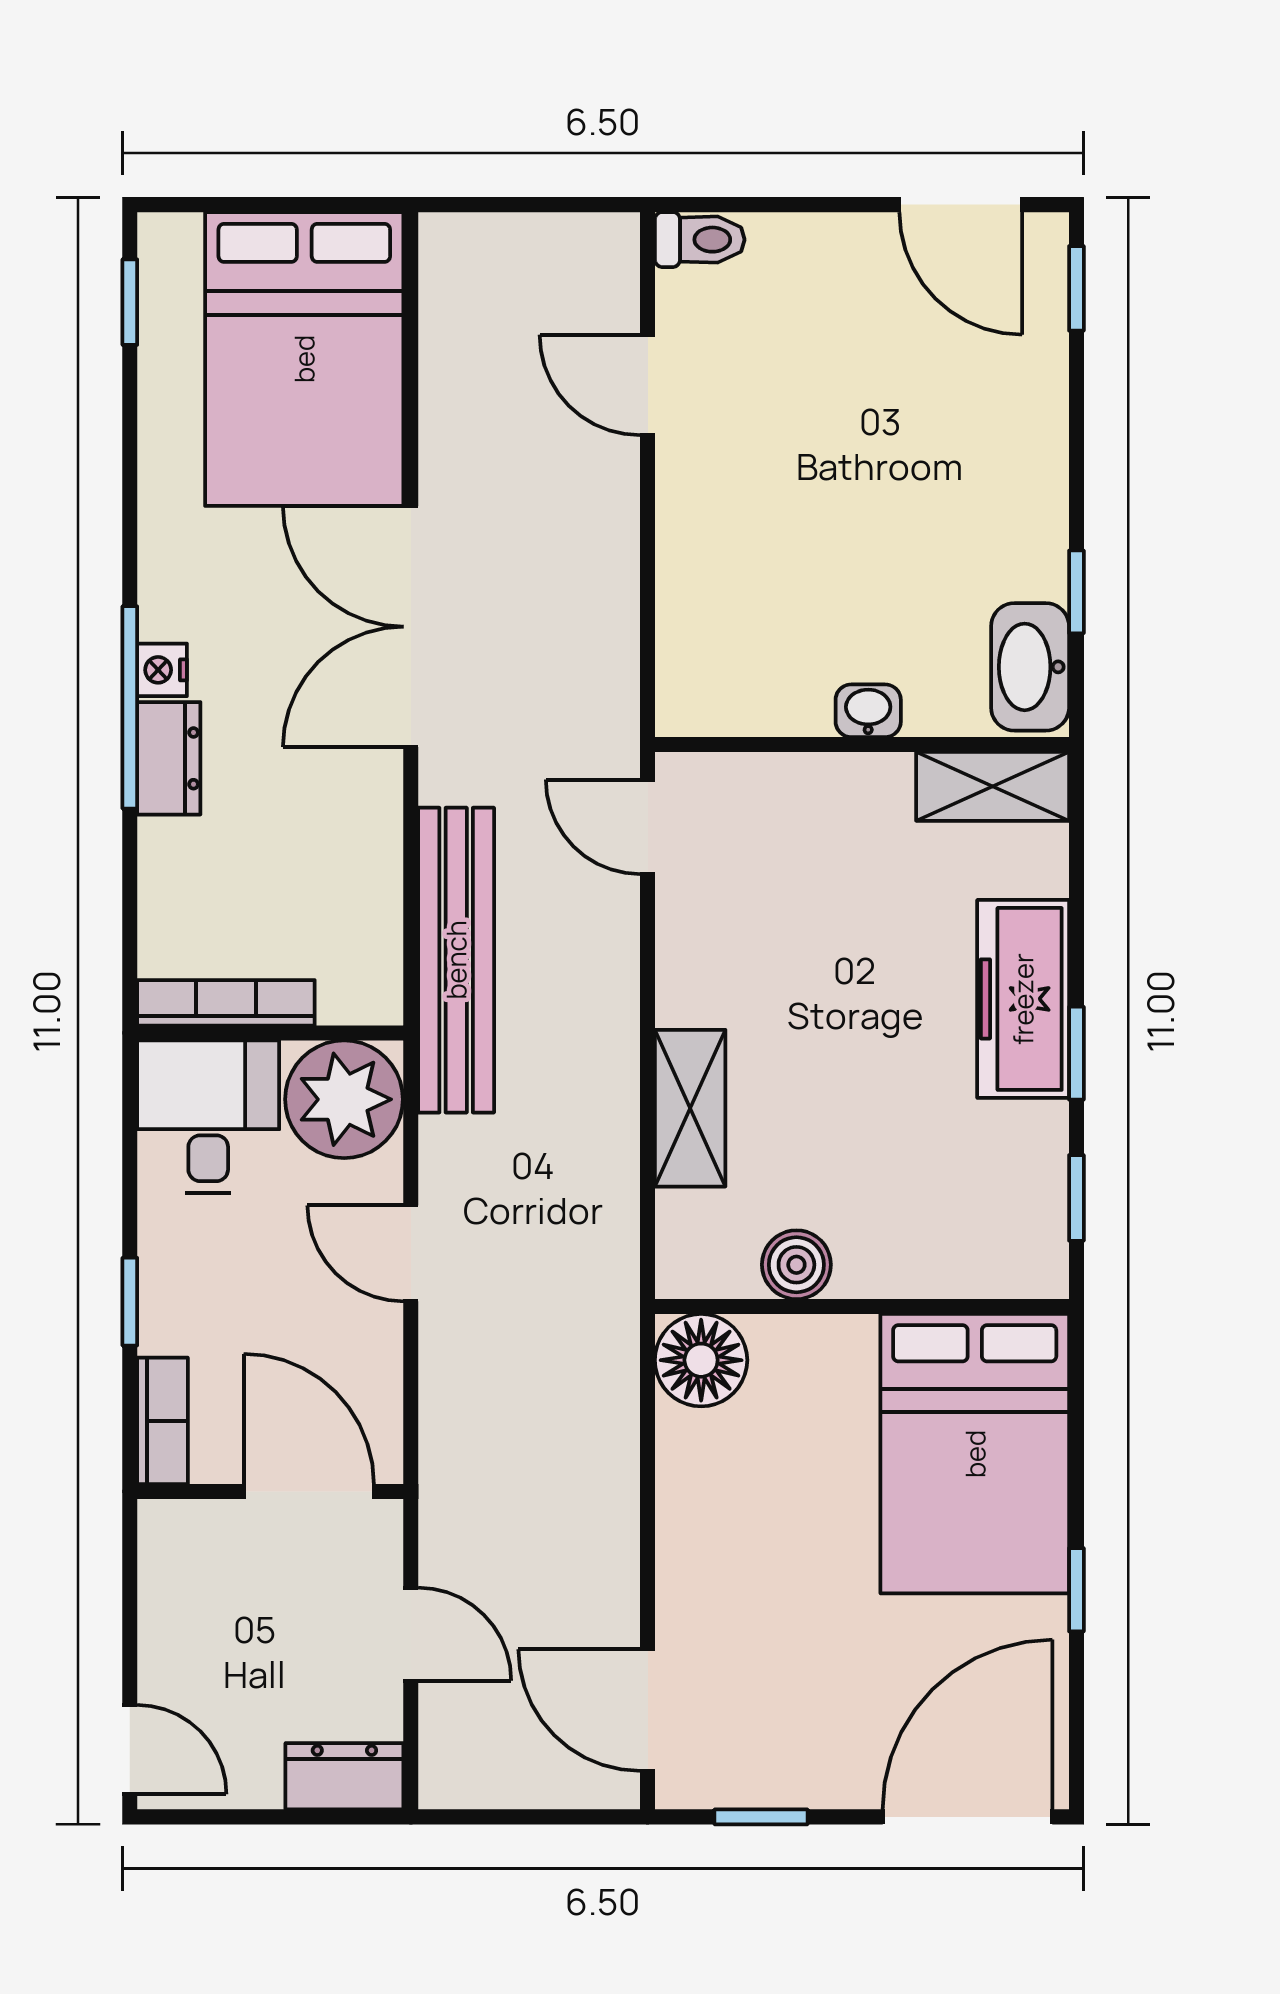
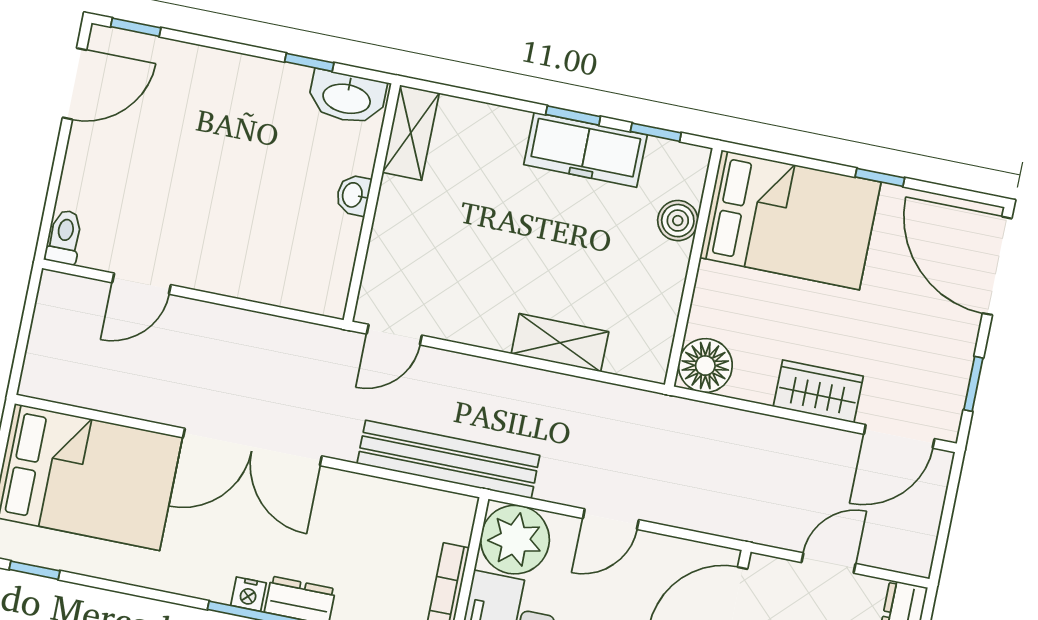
freezer: (1023, 999) -> (585, 150), moved
boiler: (796, 1265) -> (678, 221), moved
wardrobe: (696, 1559) -> (818, 391), added

